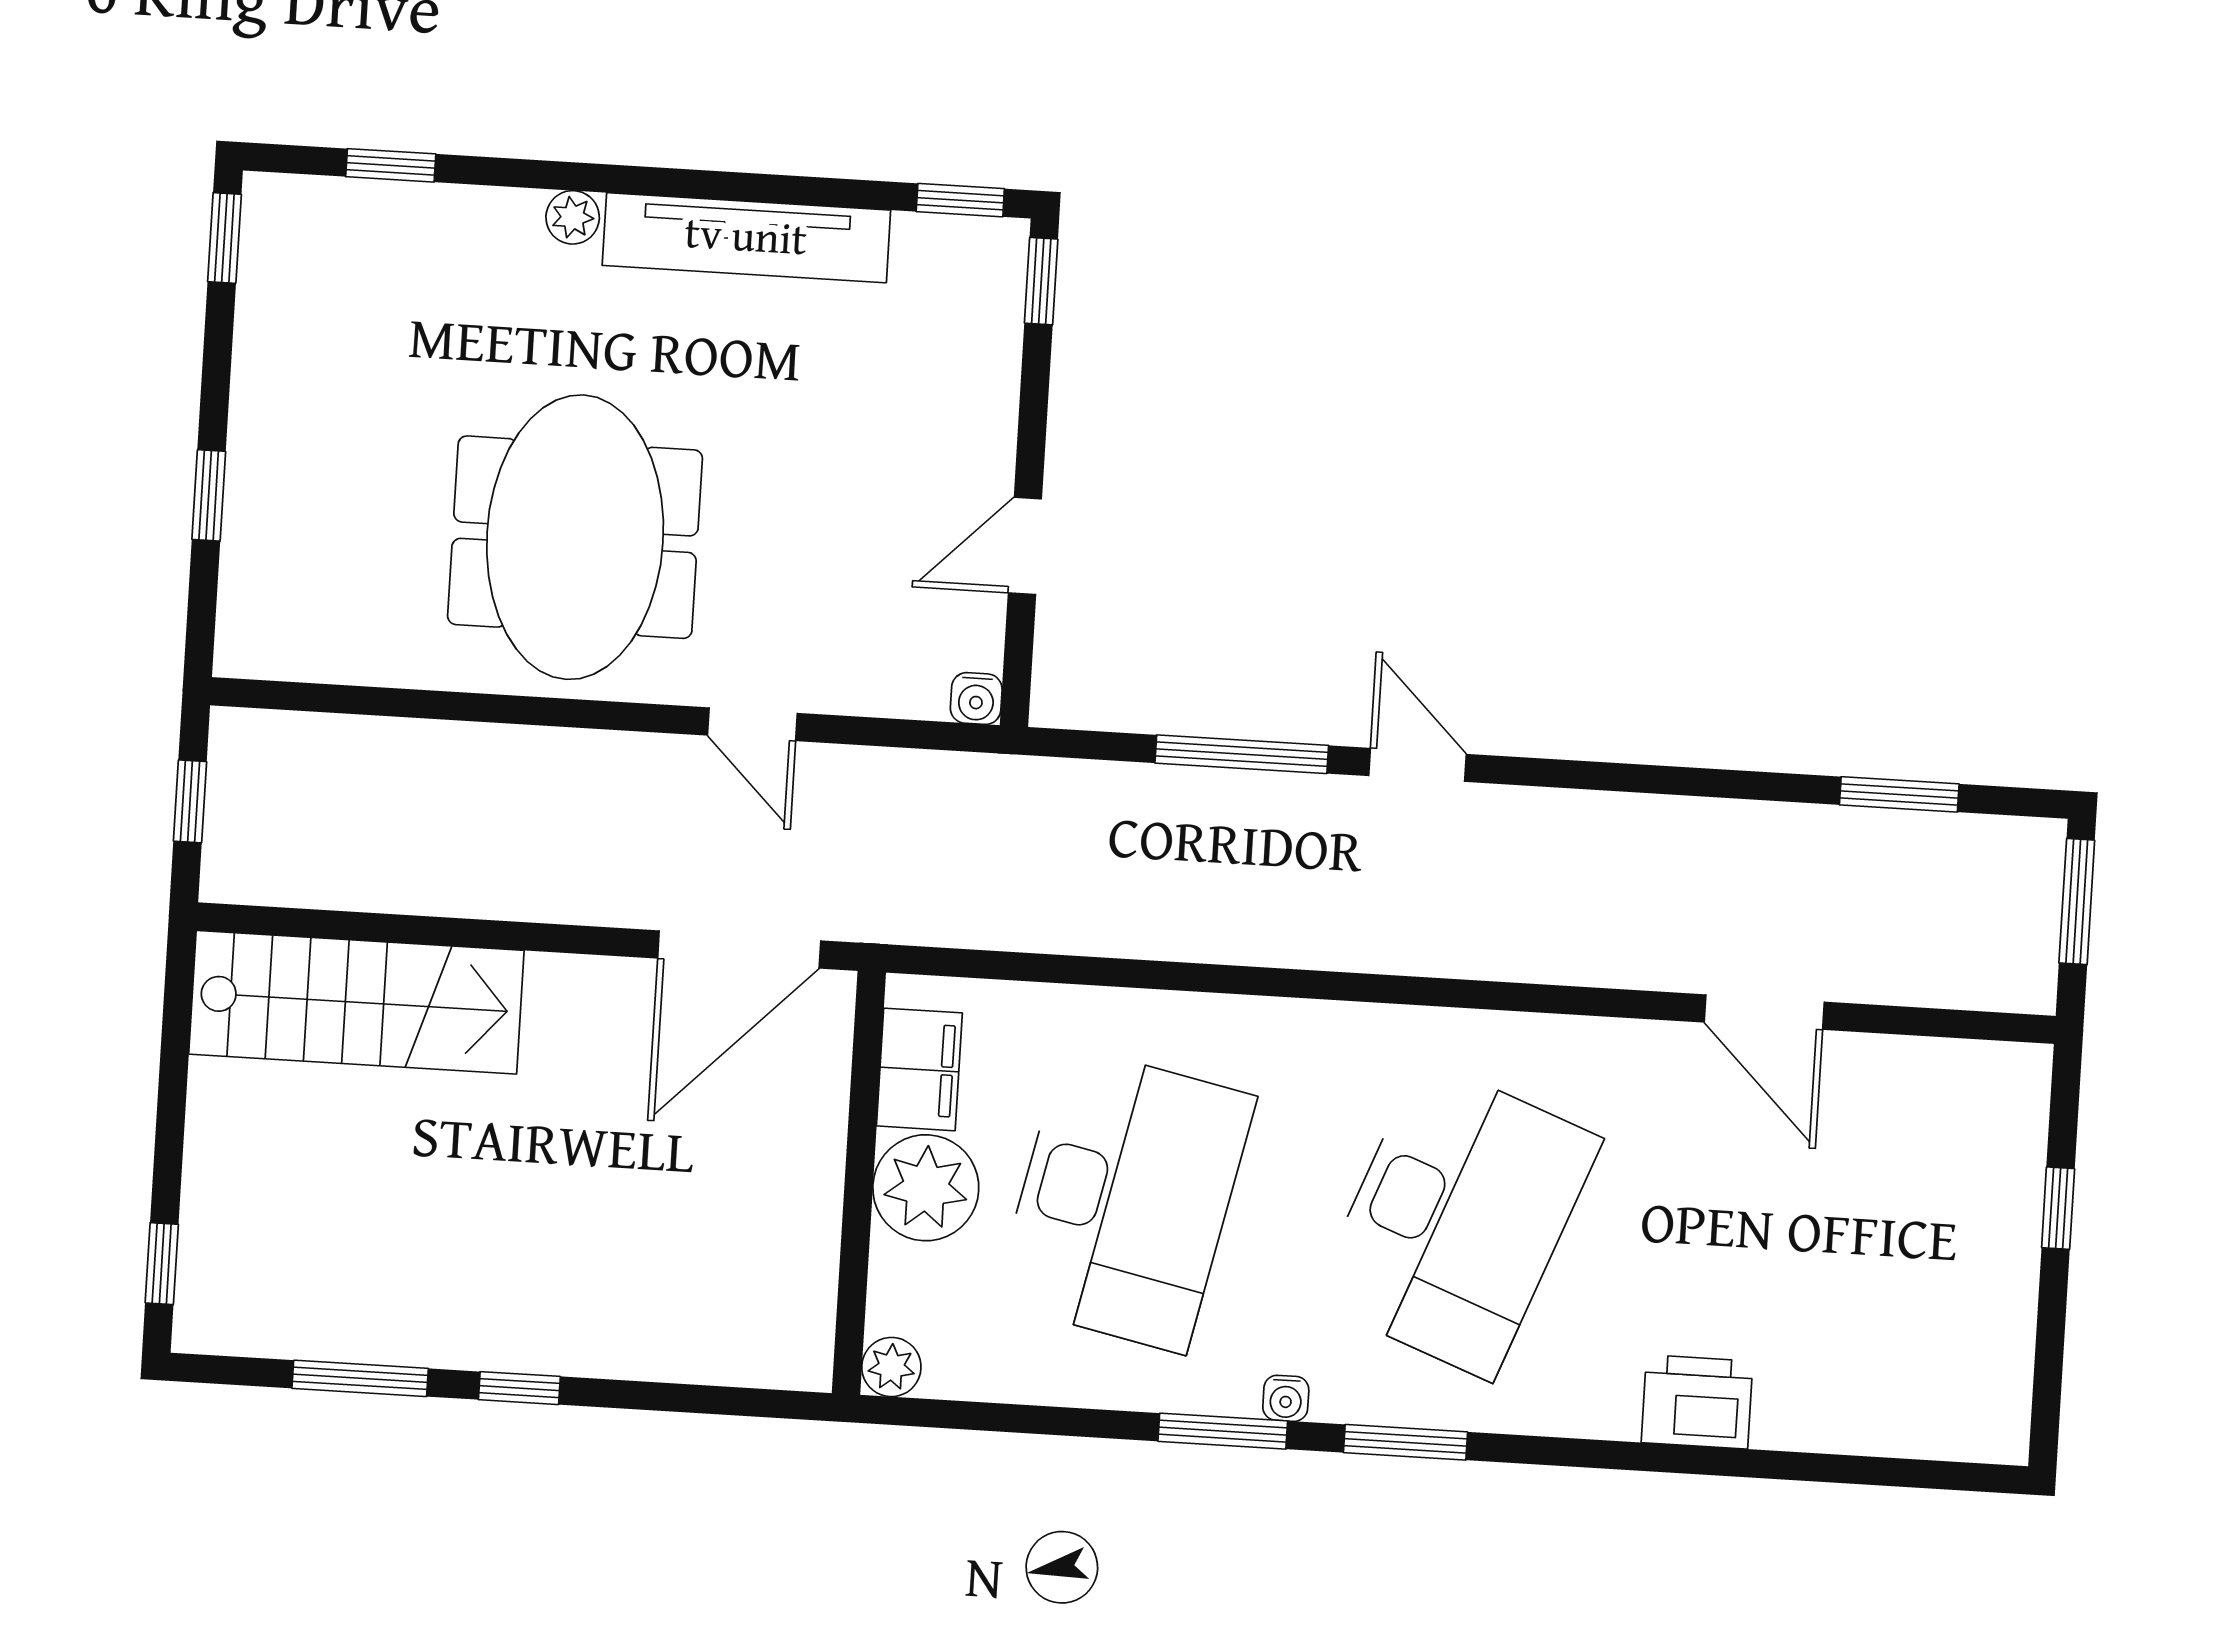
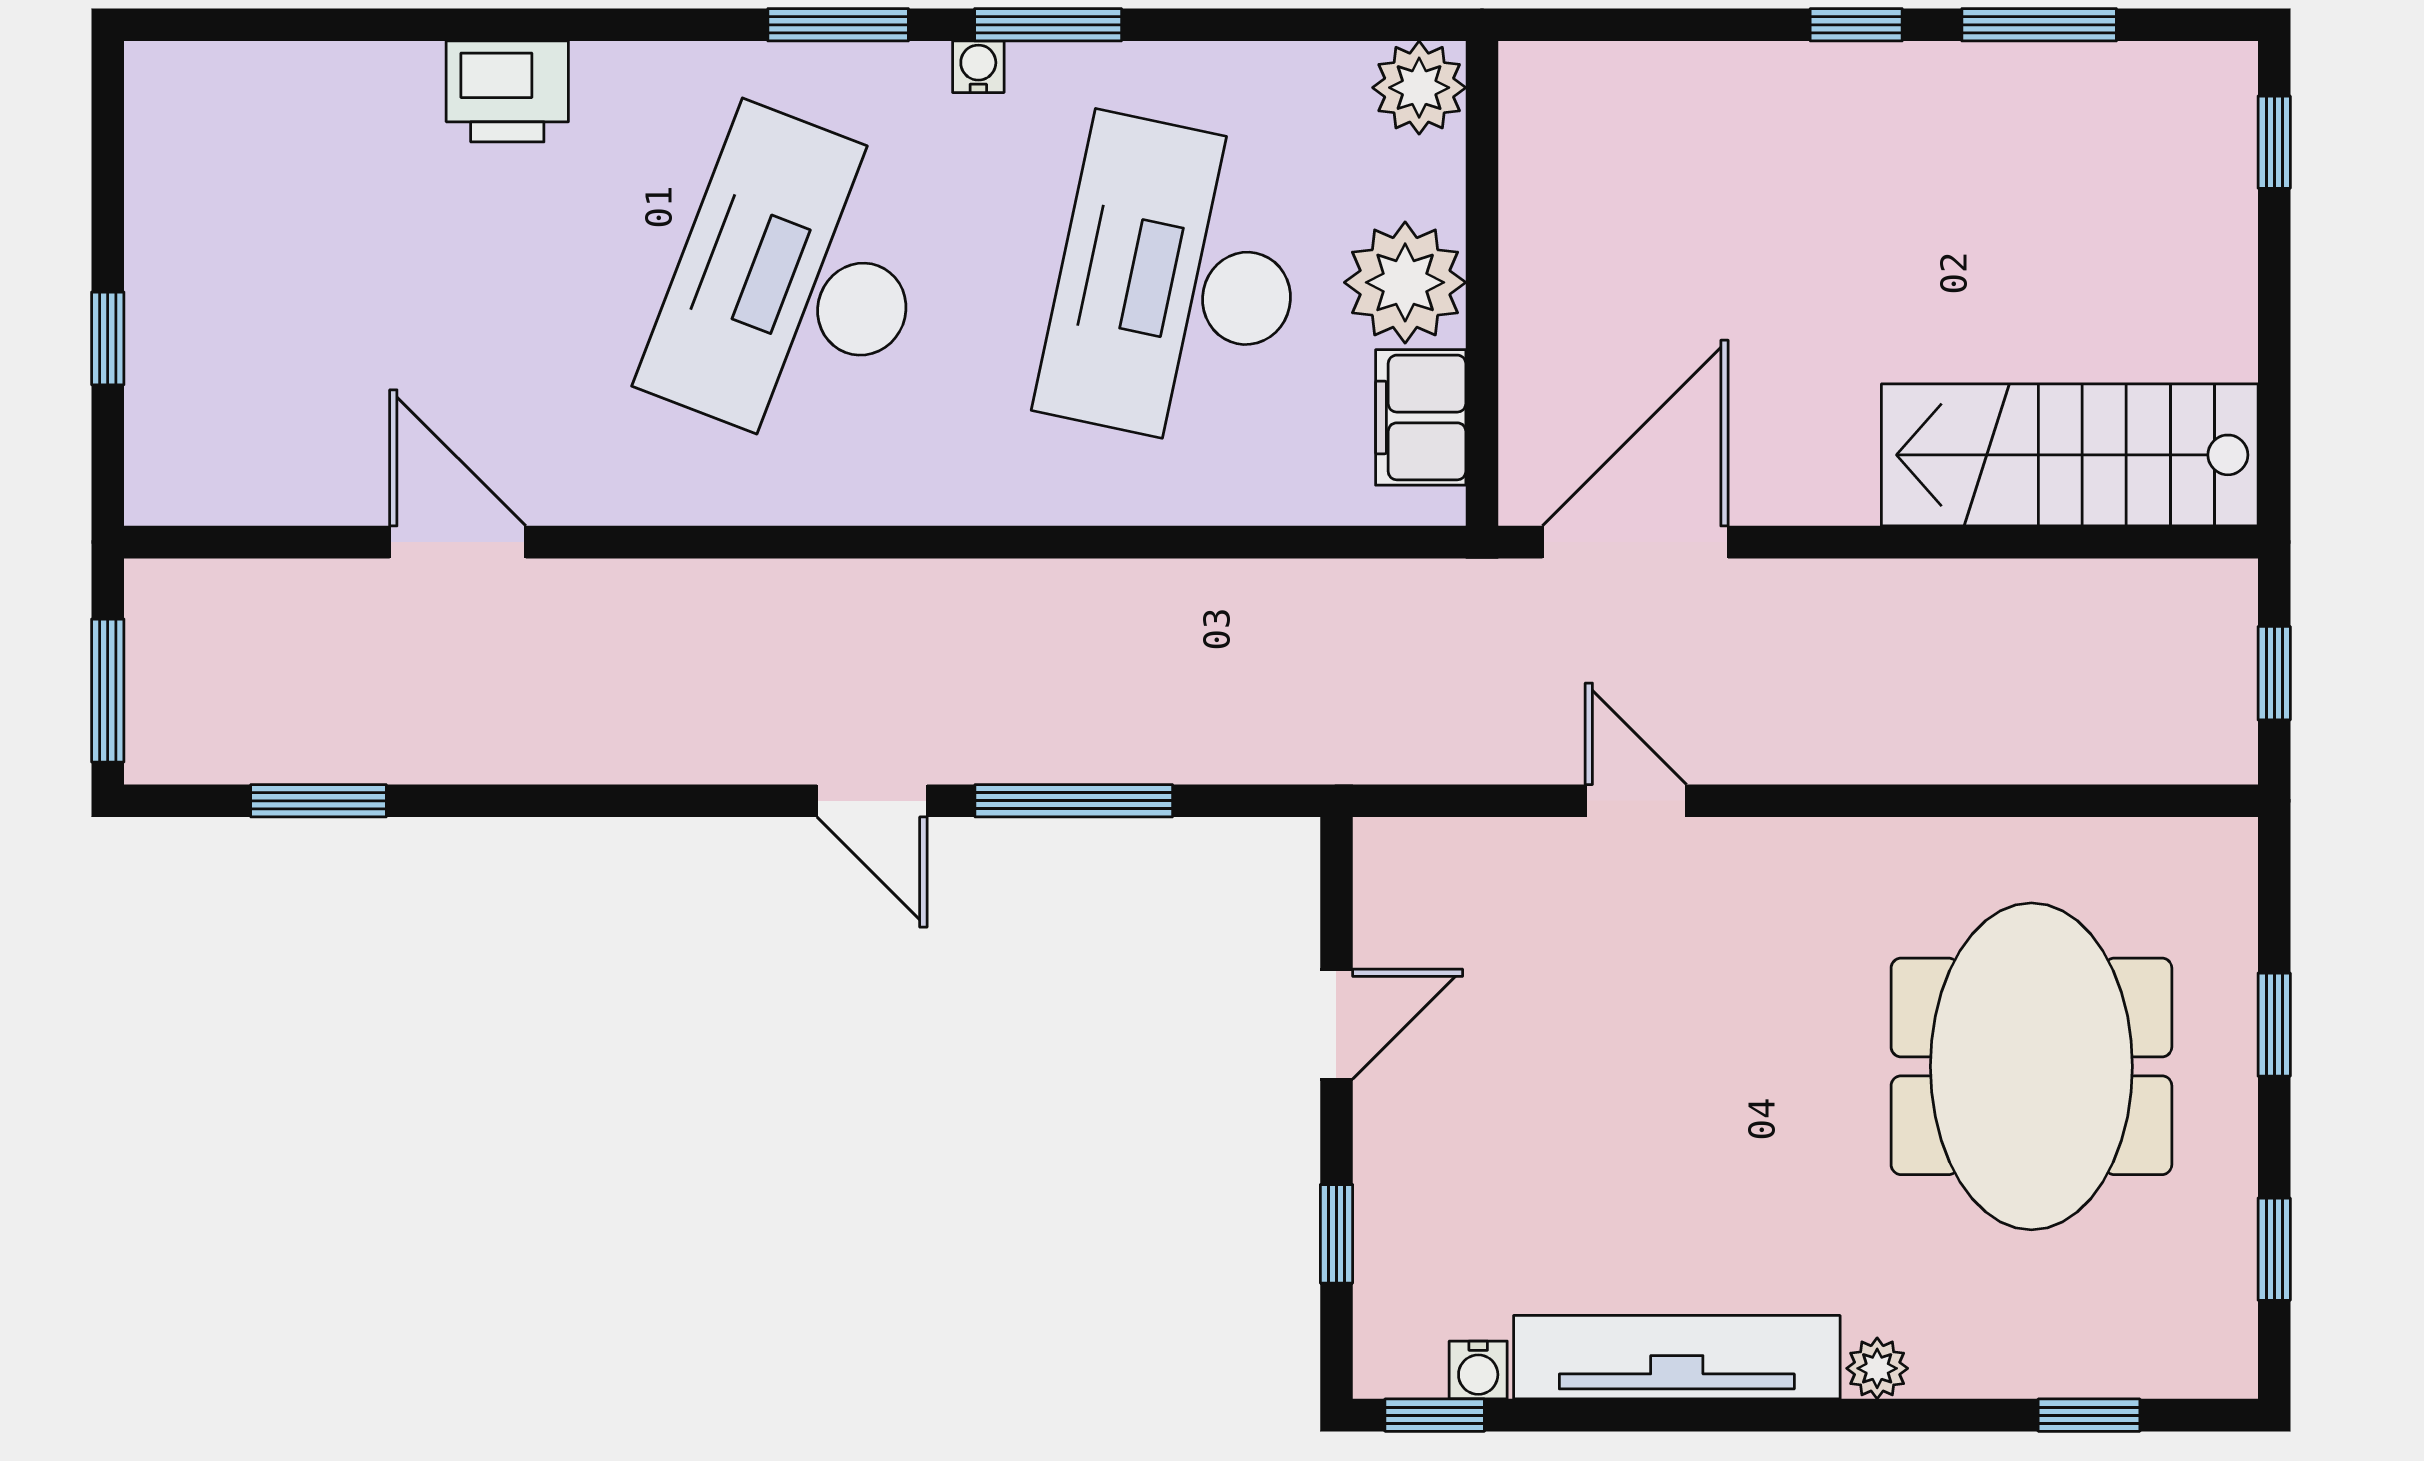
window: (224, 238) -> (2274, 1249), moved
window: (1041, 281) -> (1336, 1234), moved
meeting table: (575, 537) -> (2031, 1066), moved
water cooler: (976, 699) -> (1478, 1370), moved, turned 180
plant: (891, 1367) -> (1419, 88), width x1.38, depth x1.38

